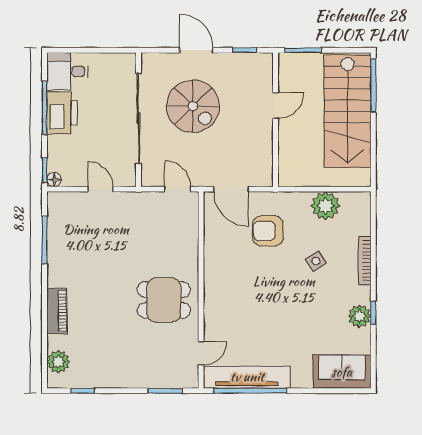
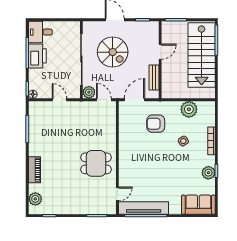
bench: (265, 151) -> (154, 78), added
plant: (151, 176) -> (89, 92), added
door: (231, 189) -> (135, 100), swing flipped

